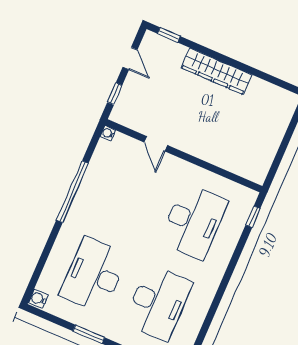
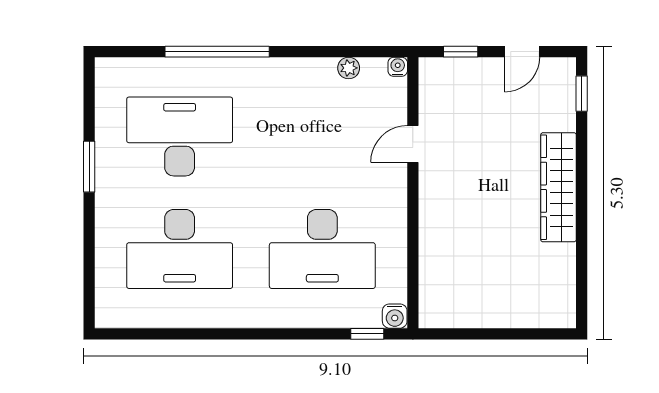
plant: (97, 162) -> (349, 68), added
window: (72, 192) -> (217, 52), moved
water cooler: (38, 299) -> (395, 316), moved, turned 180

